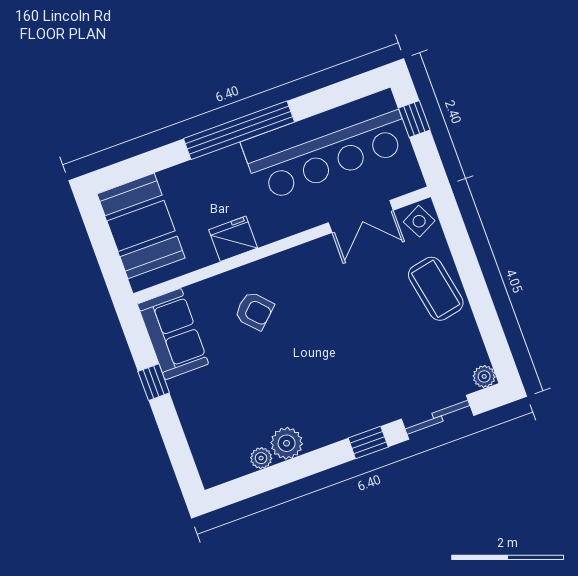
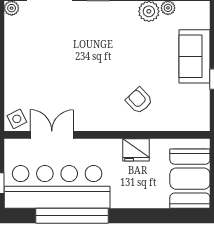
window: (239, 130) -> (72, 216), moved
coffee table: (436, 289) -> (22, 73), removed
sofa: (173, 334) -> (195, 56), moved

